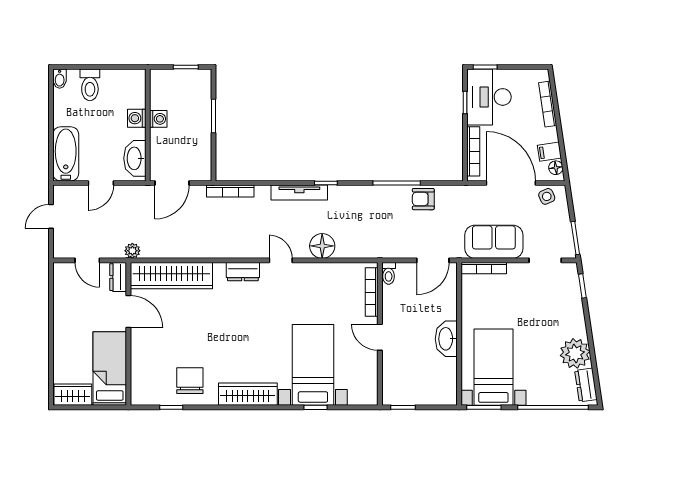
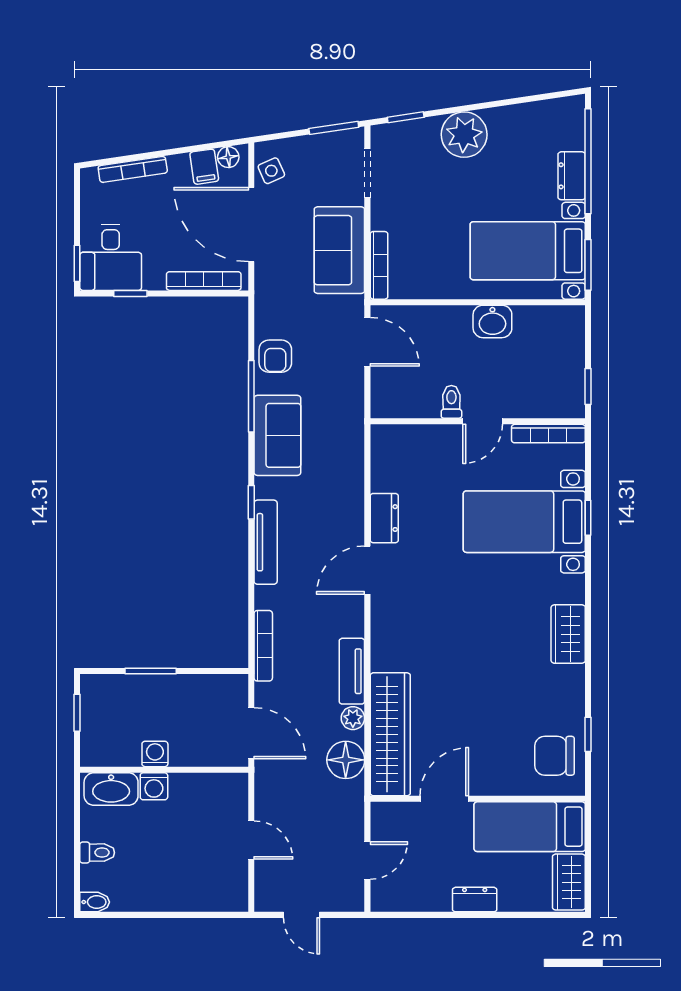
toilet: (90, 85) -> (97, 853), width x0.73, depth x0.72
desk: (489, 97) -> (111, 257), width x0.73
bathtub: (66, 154) -> (208, 893), removed
washbasin: (135, 158) -> (111, 789), moved
door: (511, 183) -> (251, 225), hinge flipped
sofa: (370, 200) -> (277, 435), added
floor lamp: (322, 246) -> (346, 760), moved
tv unit: (213, 250) -> (352, 671), added
plant: (132, 251) -> (353, 718), moved
door: (281, 260) -> (367, 570), width x1.38
dresser: (243, 272) -> (384, 518), moved
toilet: (389, 273) -> (451, 402), moved, turned -90
dresser: (118, 277) -> (475, 900), moved, turned 180
bookcase: (372, 292) -> (548, 434), moved
washbasin: (446, 339) -> (492, 321), width x0.72
plant: (575, 353) -> (464, 135), moved
chair: (190, 381) -> (555, 756), moved
dresser: (586, 385) -> (572, 176), moved, turned 98
wardrobe: (248, 394) -> (568, 634), width x0.67

